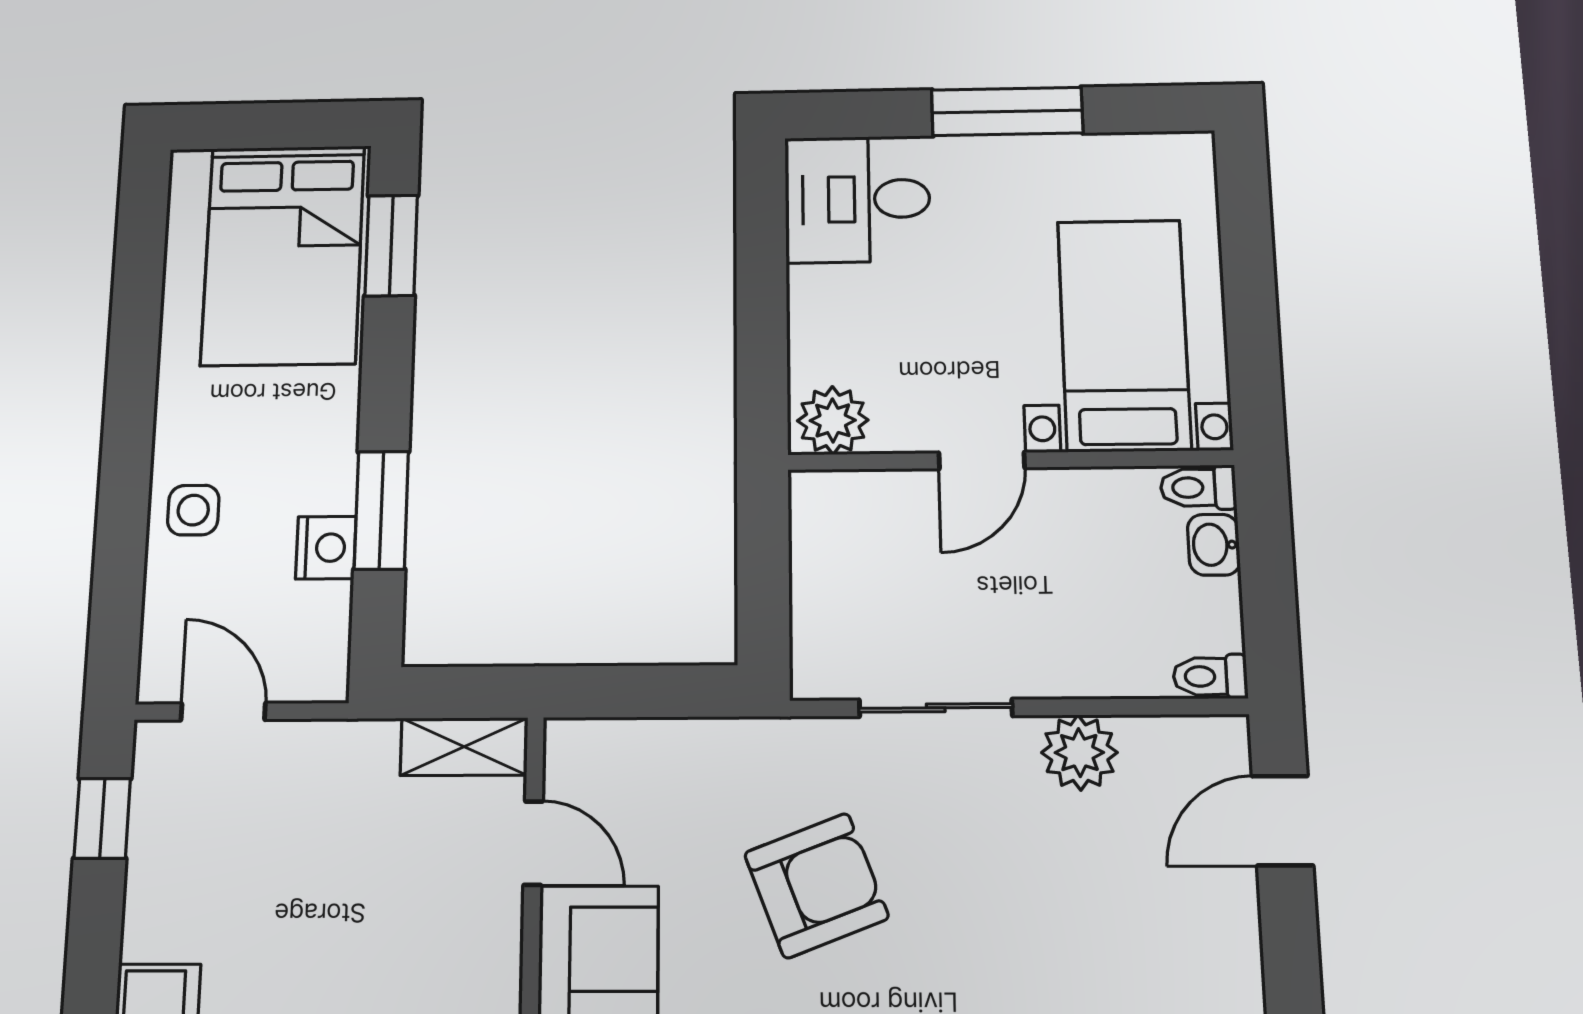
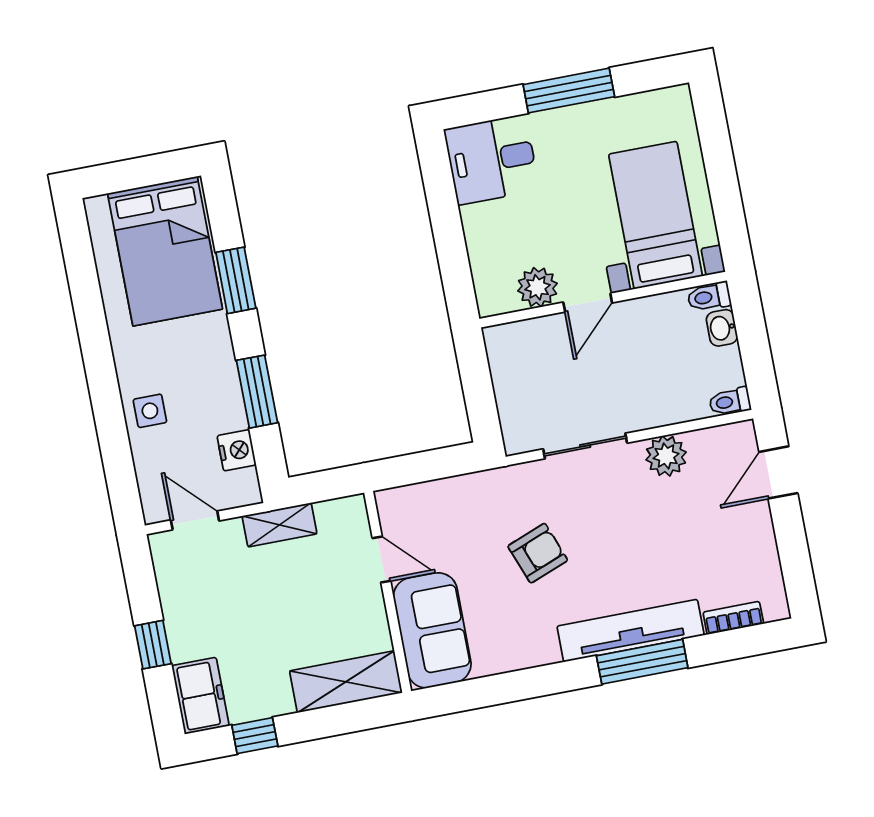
window: (391, 245) -> (236, 280), moved
plant: (833, 420) -> (537, 287), moved
nightstand: (326, 548) -> (237, 450), moved
shelving: (464, 747) -> (280, 525), moved
window: (102, 818) -> (153, 645), moved
armchair: (816, 886) -> (538, 553), width x0.72, depth x0.72

